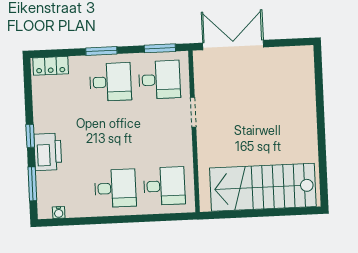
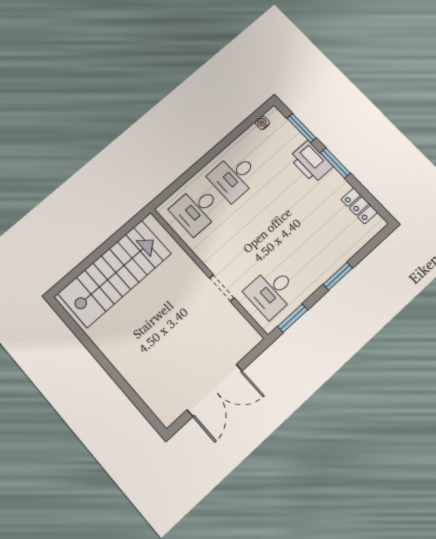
double door: (233, 45) -> (215, 390), moved
locker: (51, 66) -> (359, 206), moved, turned -90
desk: (110, 82) -> (309, 257), removed
window: (30, 136) -> (335, 163), width x1.50

